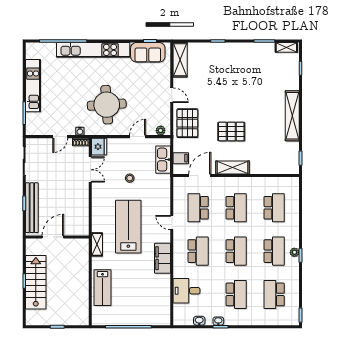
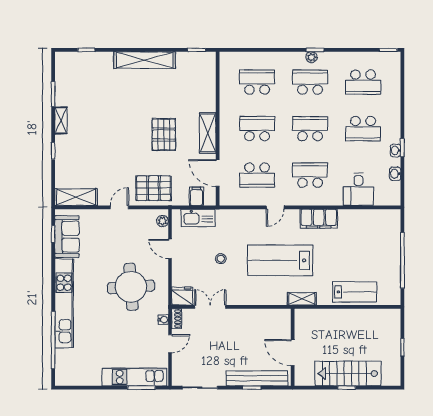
shelving: (286, 47) -> (61, 120), moved
kitchen unit: (33, 86) -> (134, 377), moved
door: (60, 137) -> (170, 344), hinge flipped
school desk: (236, 294) -> (363, 129), turned 180

